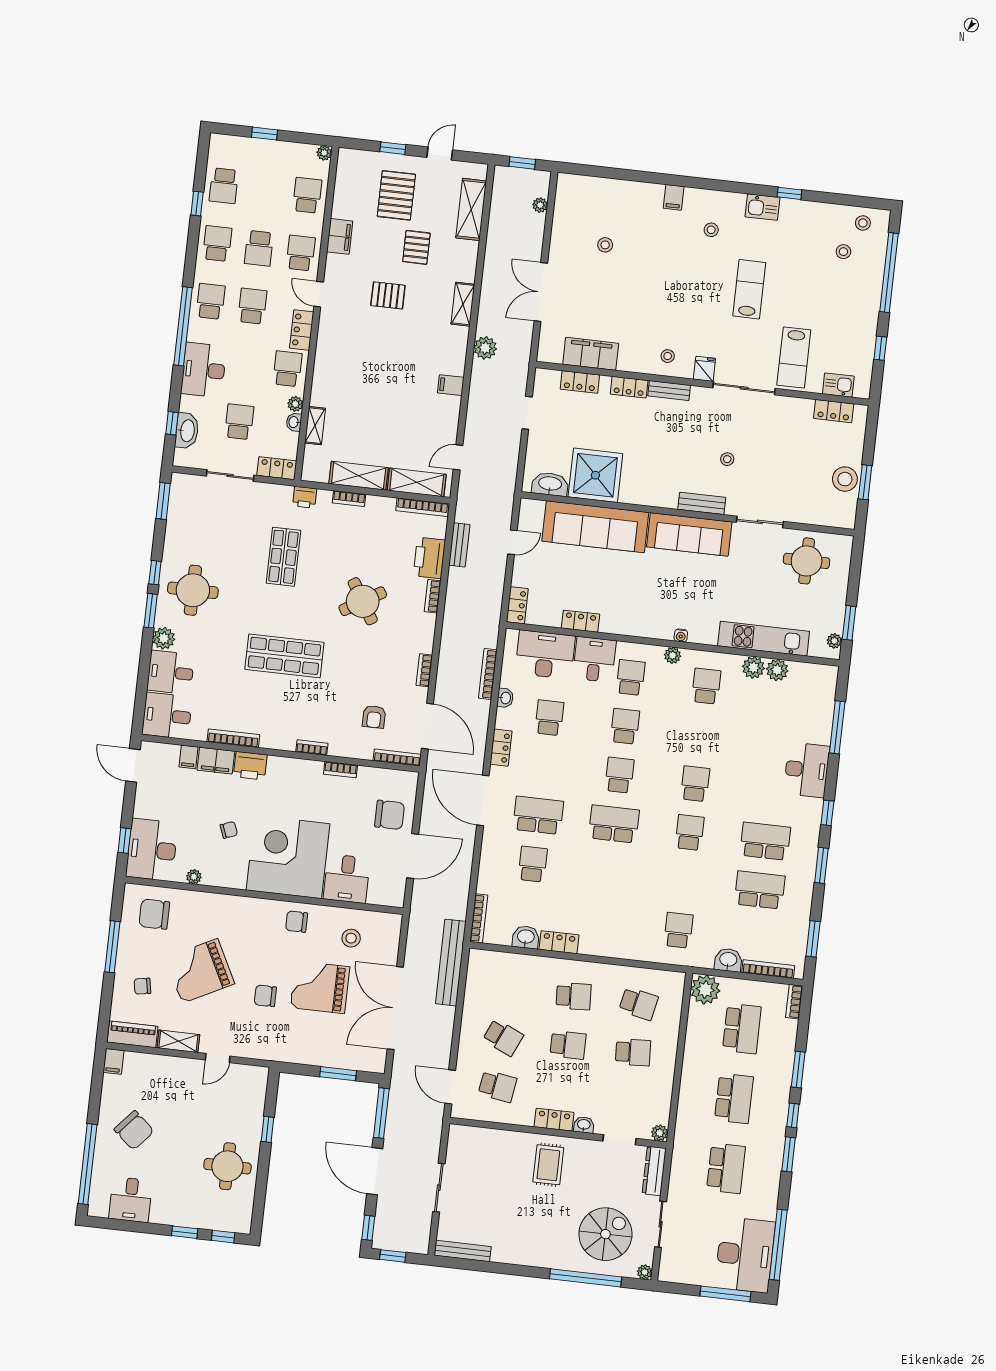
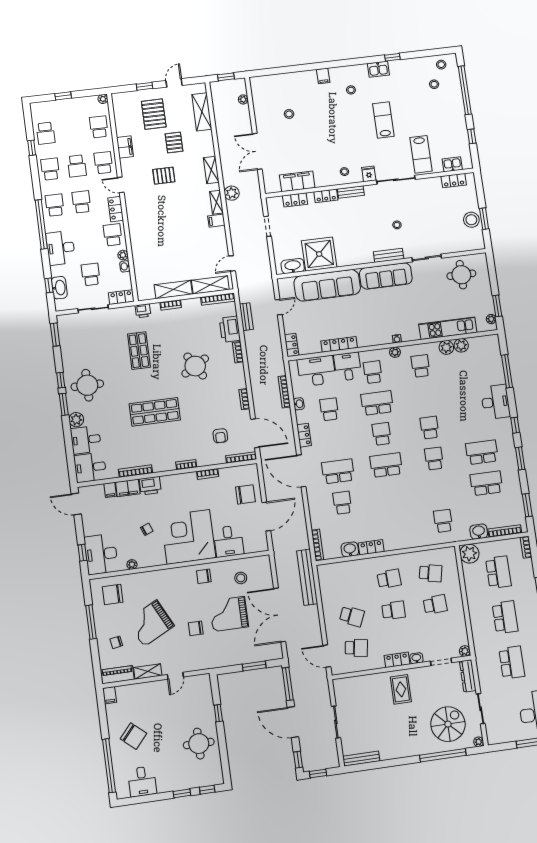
shelving: (315, 426) -> (216, 202), moved
locker: (580, 621) -> (339, 344), width x1.53
school desk: (625, 726) -> (377, 403), width x1.85

